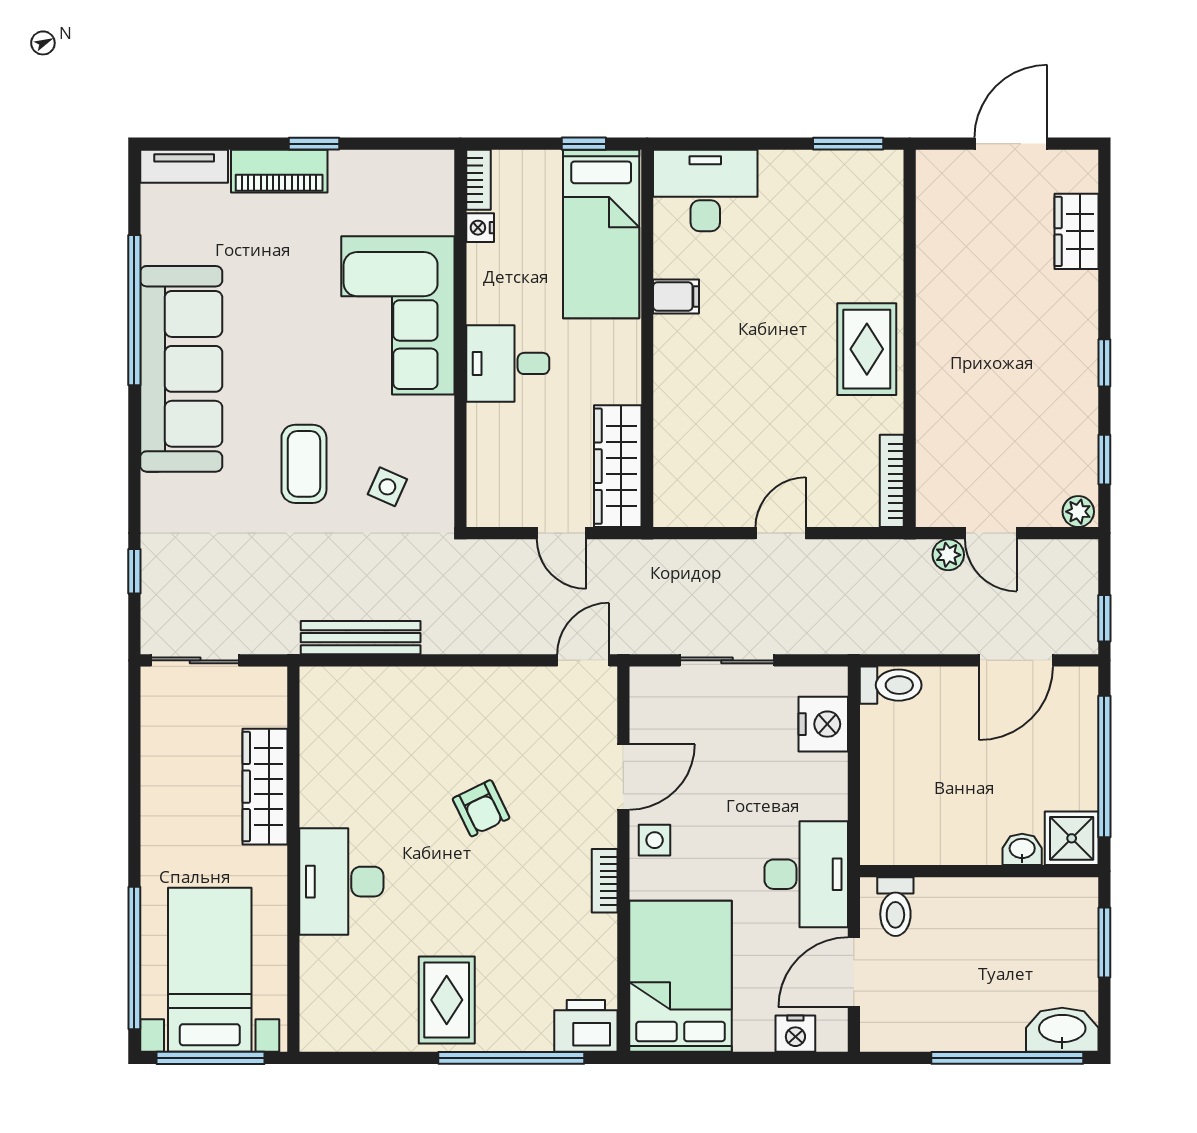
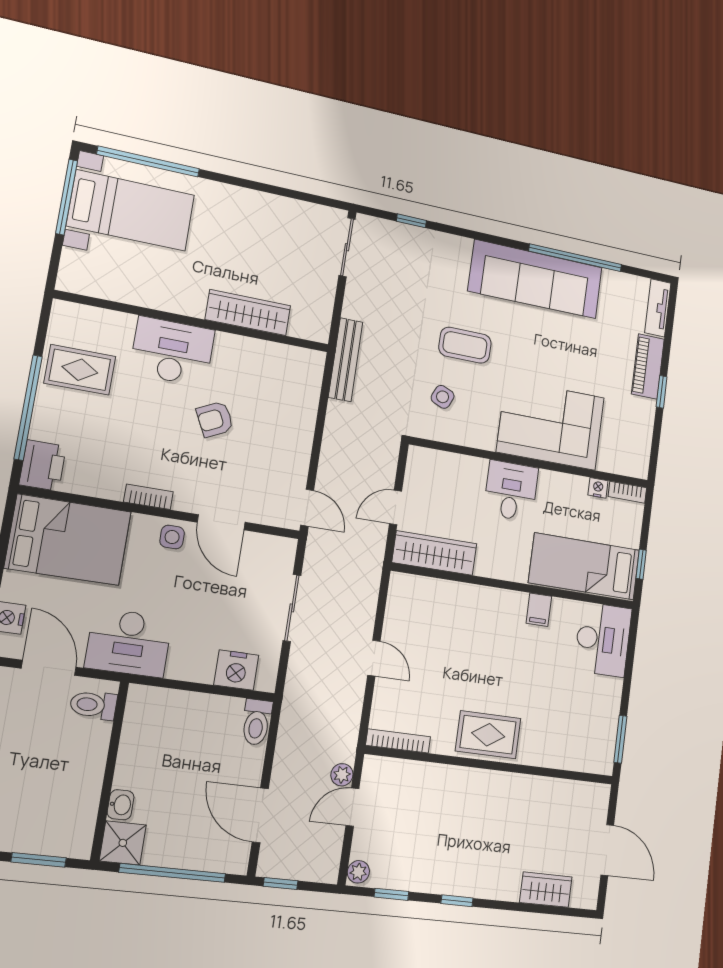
wardrobe: (265, 787) -> (248, 313), moved
wall: (293, 859) -> (194, 322), moved
desk: (341, 882) -> (172, 351), moved

